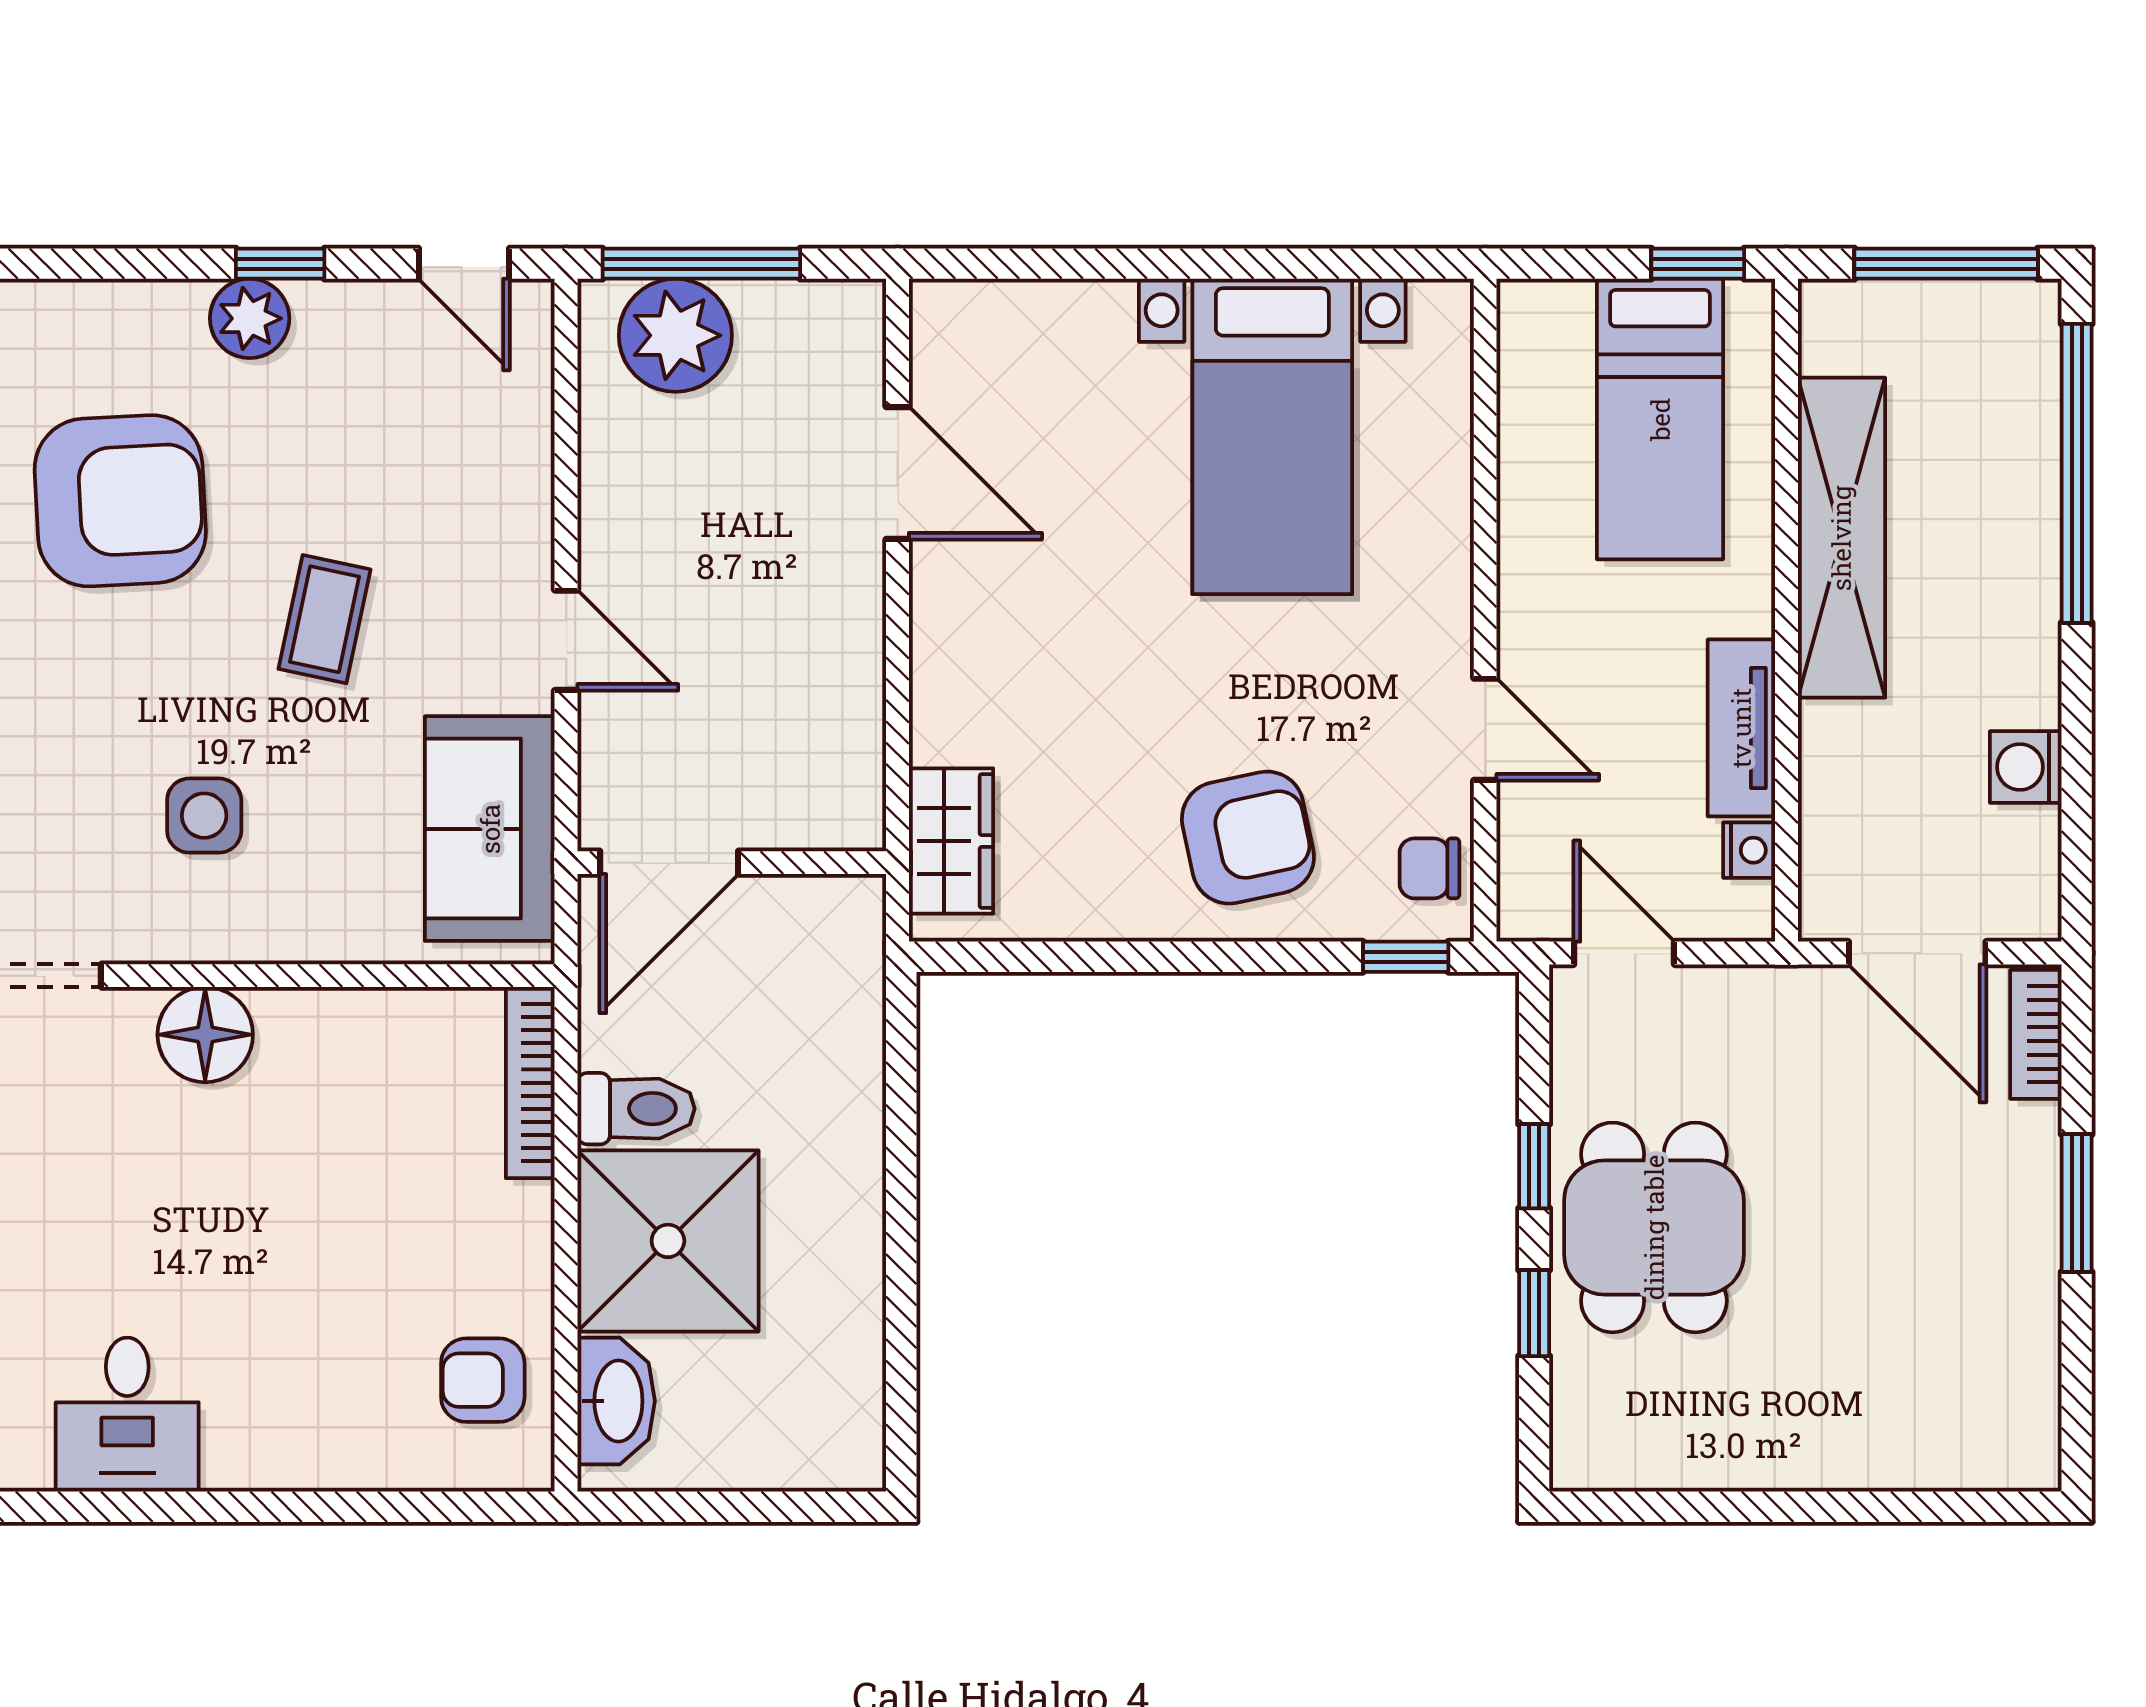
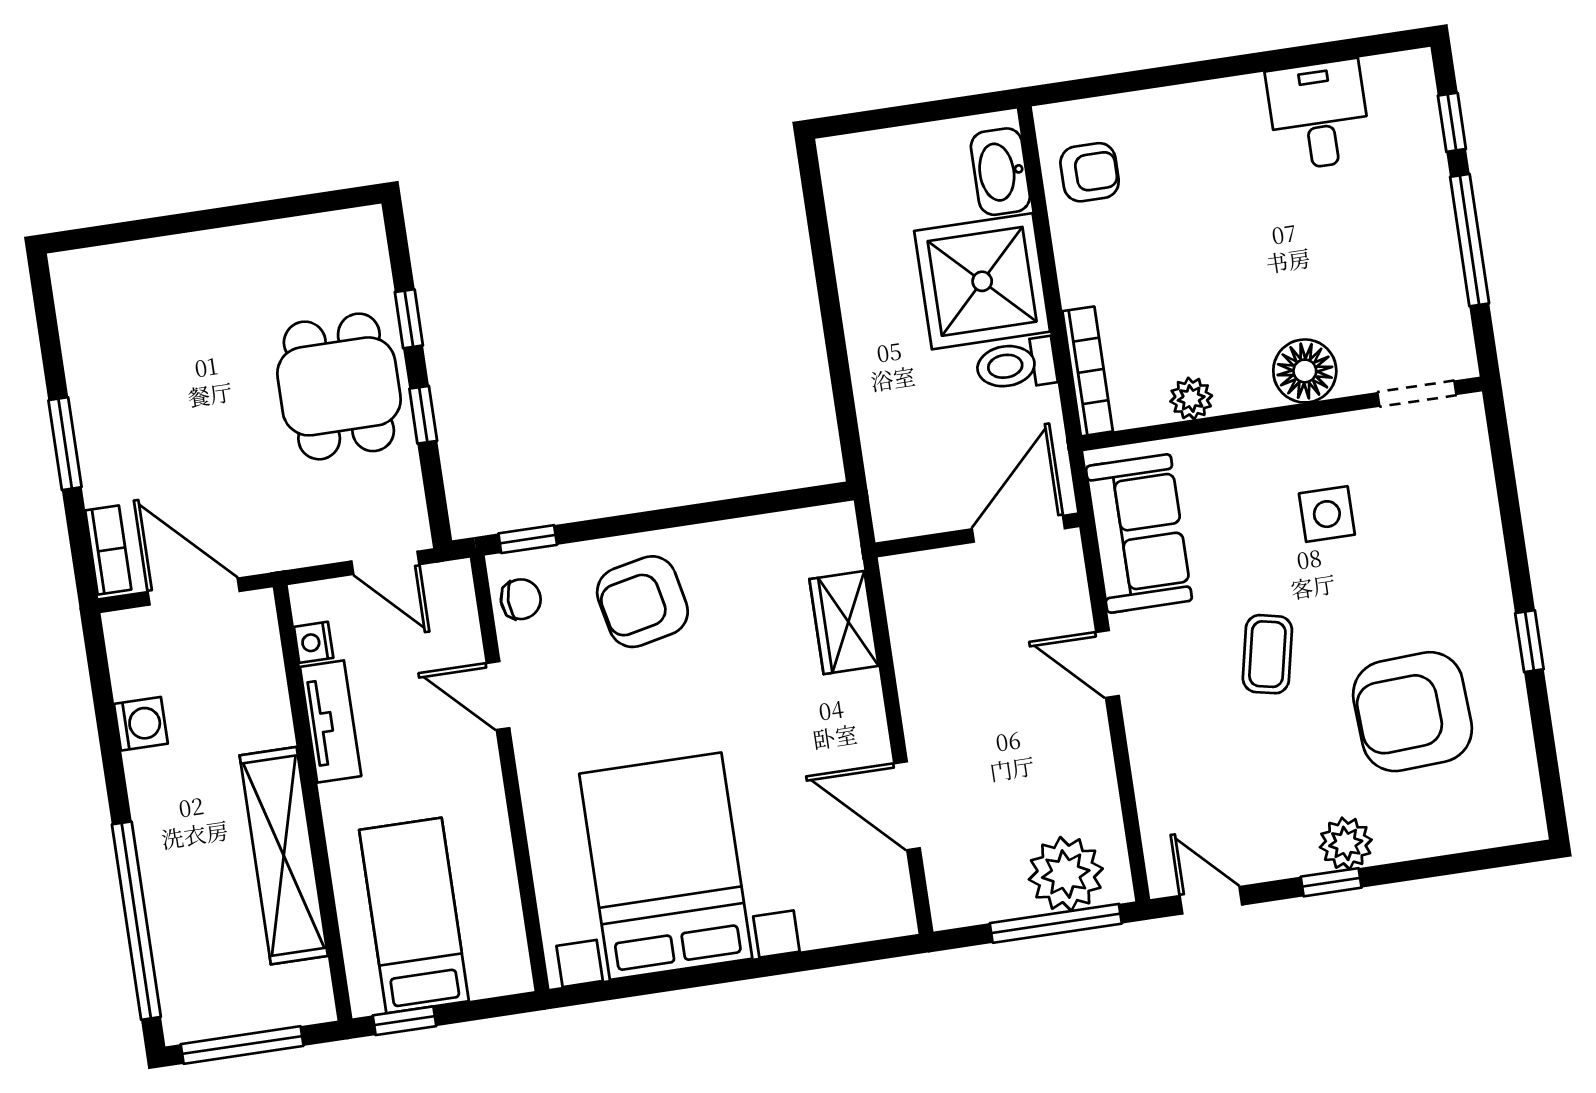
bed with nightstands: (1272, 436) -> (666, 866), width x1.36
wardrobe: (951, 841) -> (844, 622), moved
plant: (381, 1019) -> (1191, 399), added

